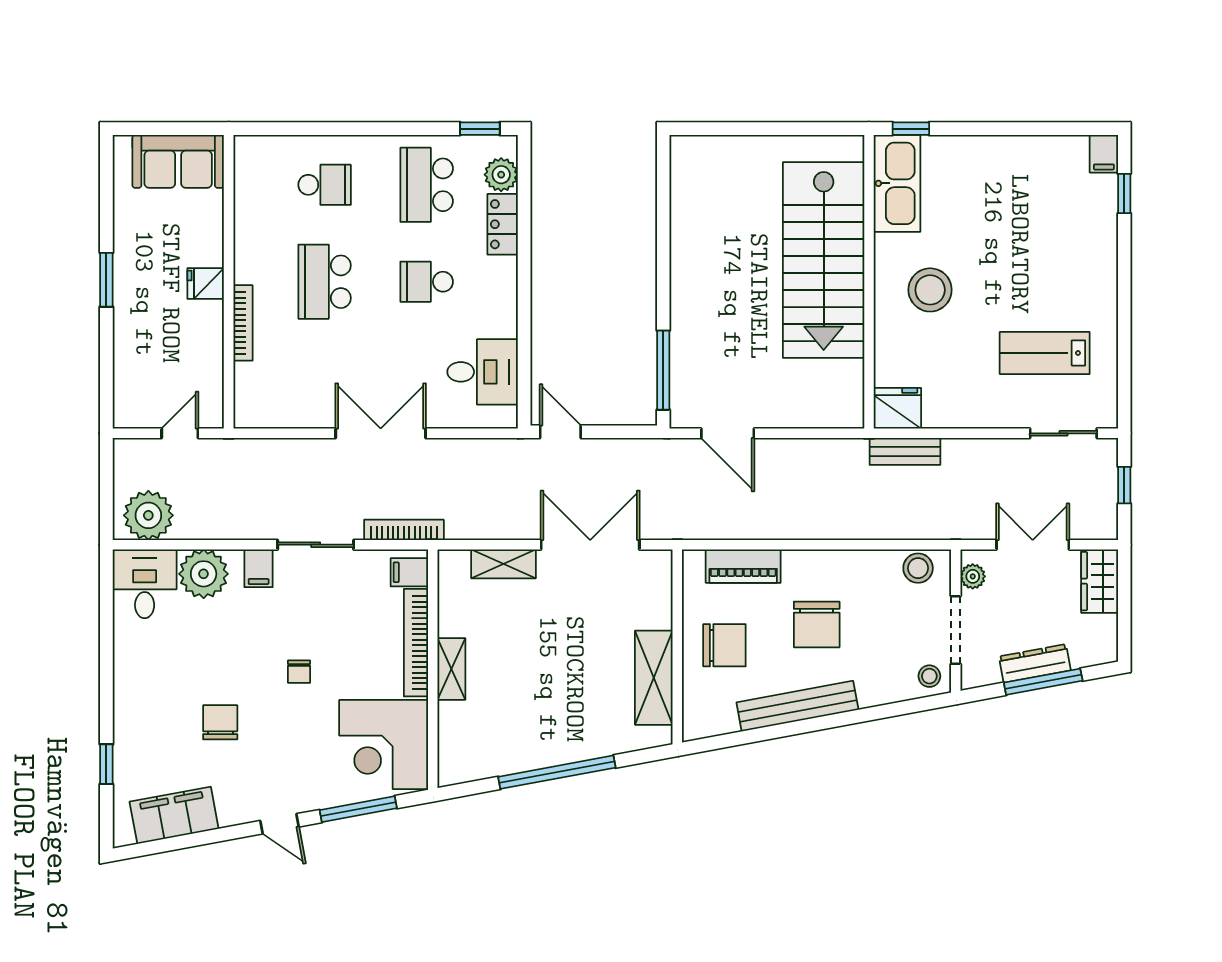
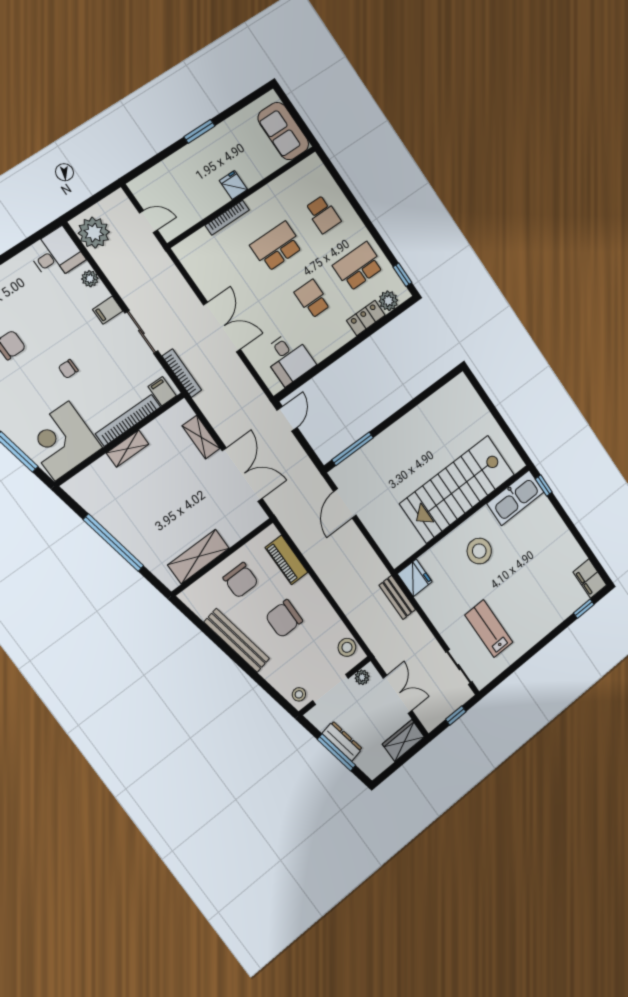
filing cabinet: (1104, 154) -> (590, 579), width x2.00
plant: (204, 574) -> (90, 279), width x0.53, depth x0.53

